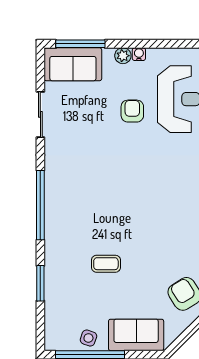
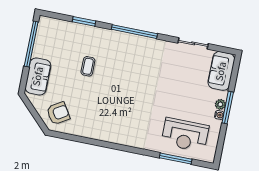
window: (80, 44) -> (228, 107), moved
armchair: (132, 111) -> (183, 103), removed
side table: (88, 338) -> (42, 45), removed

